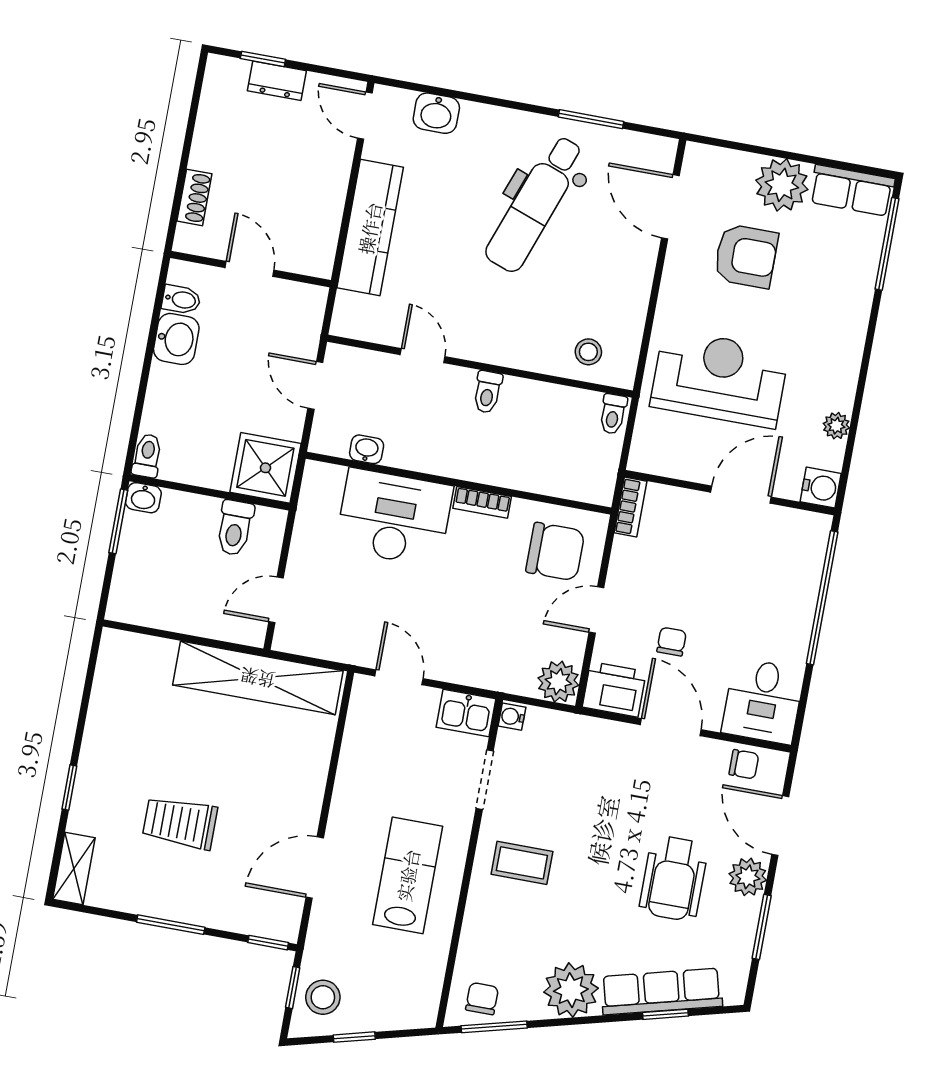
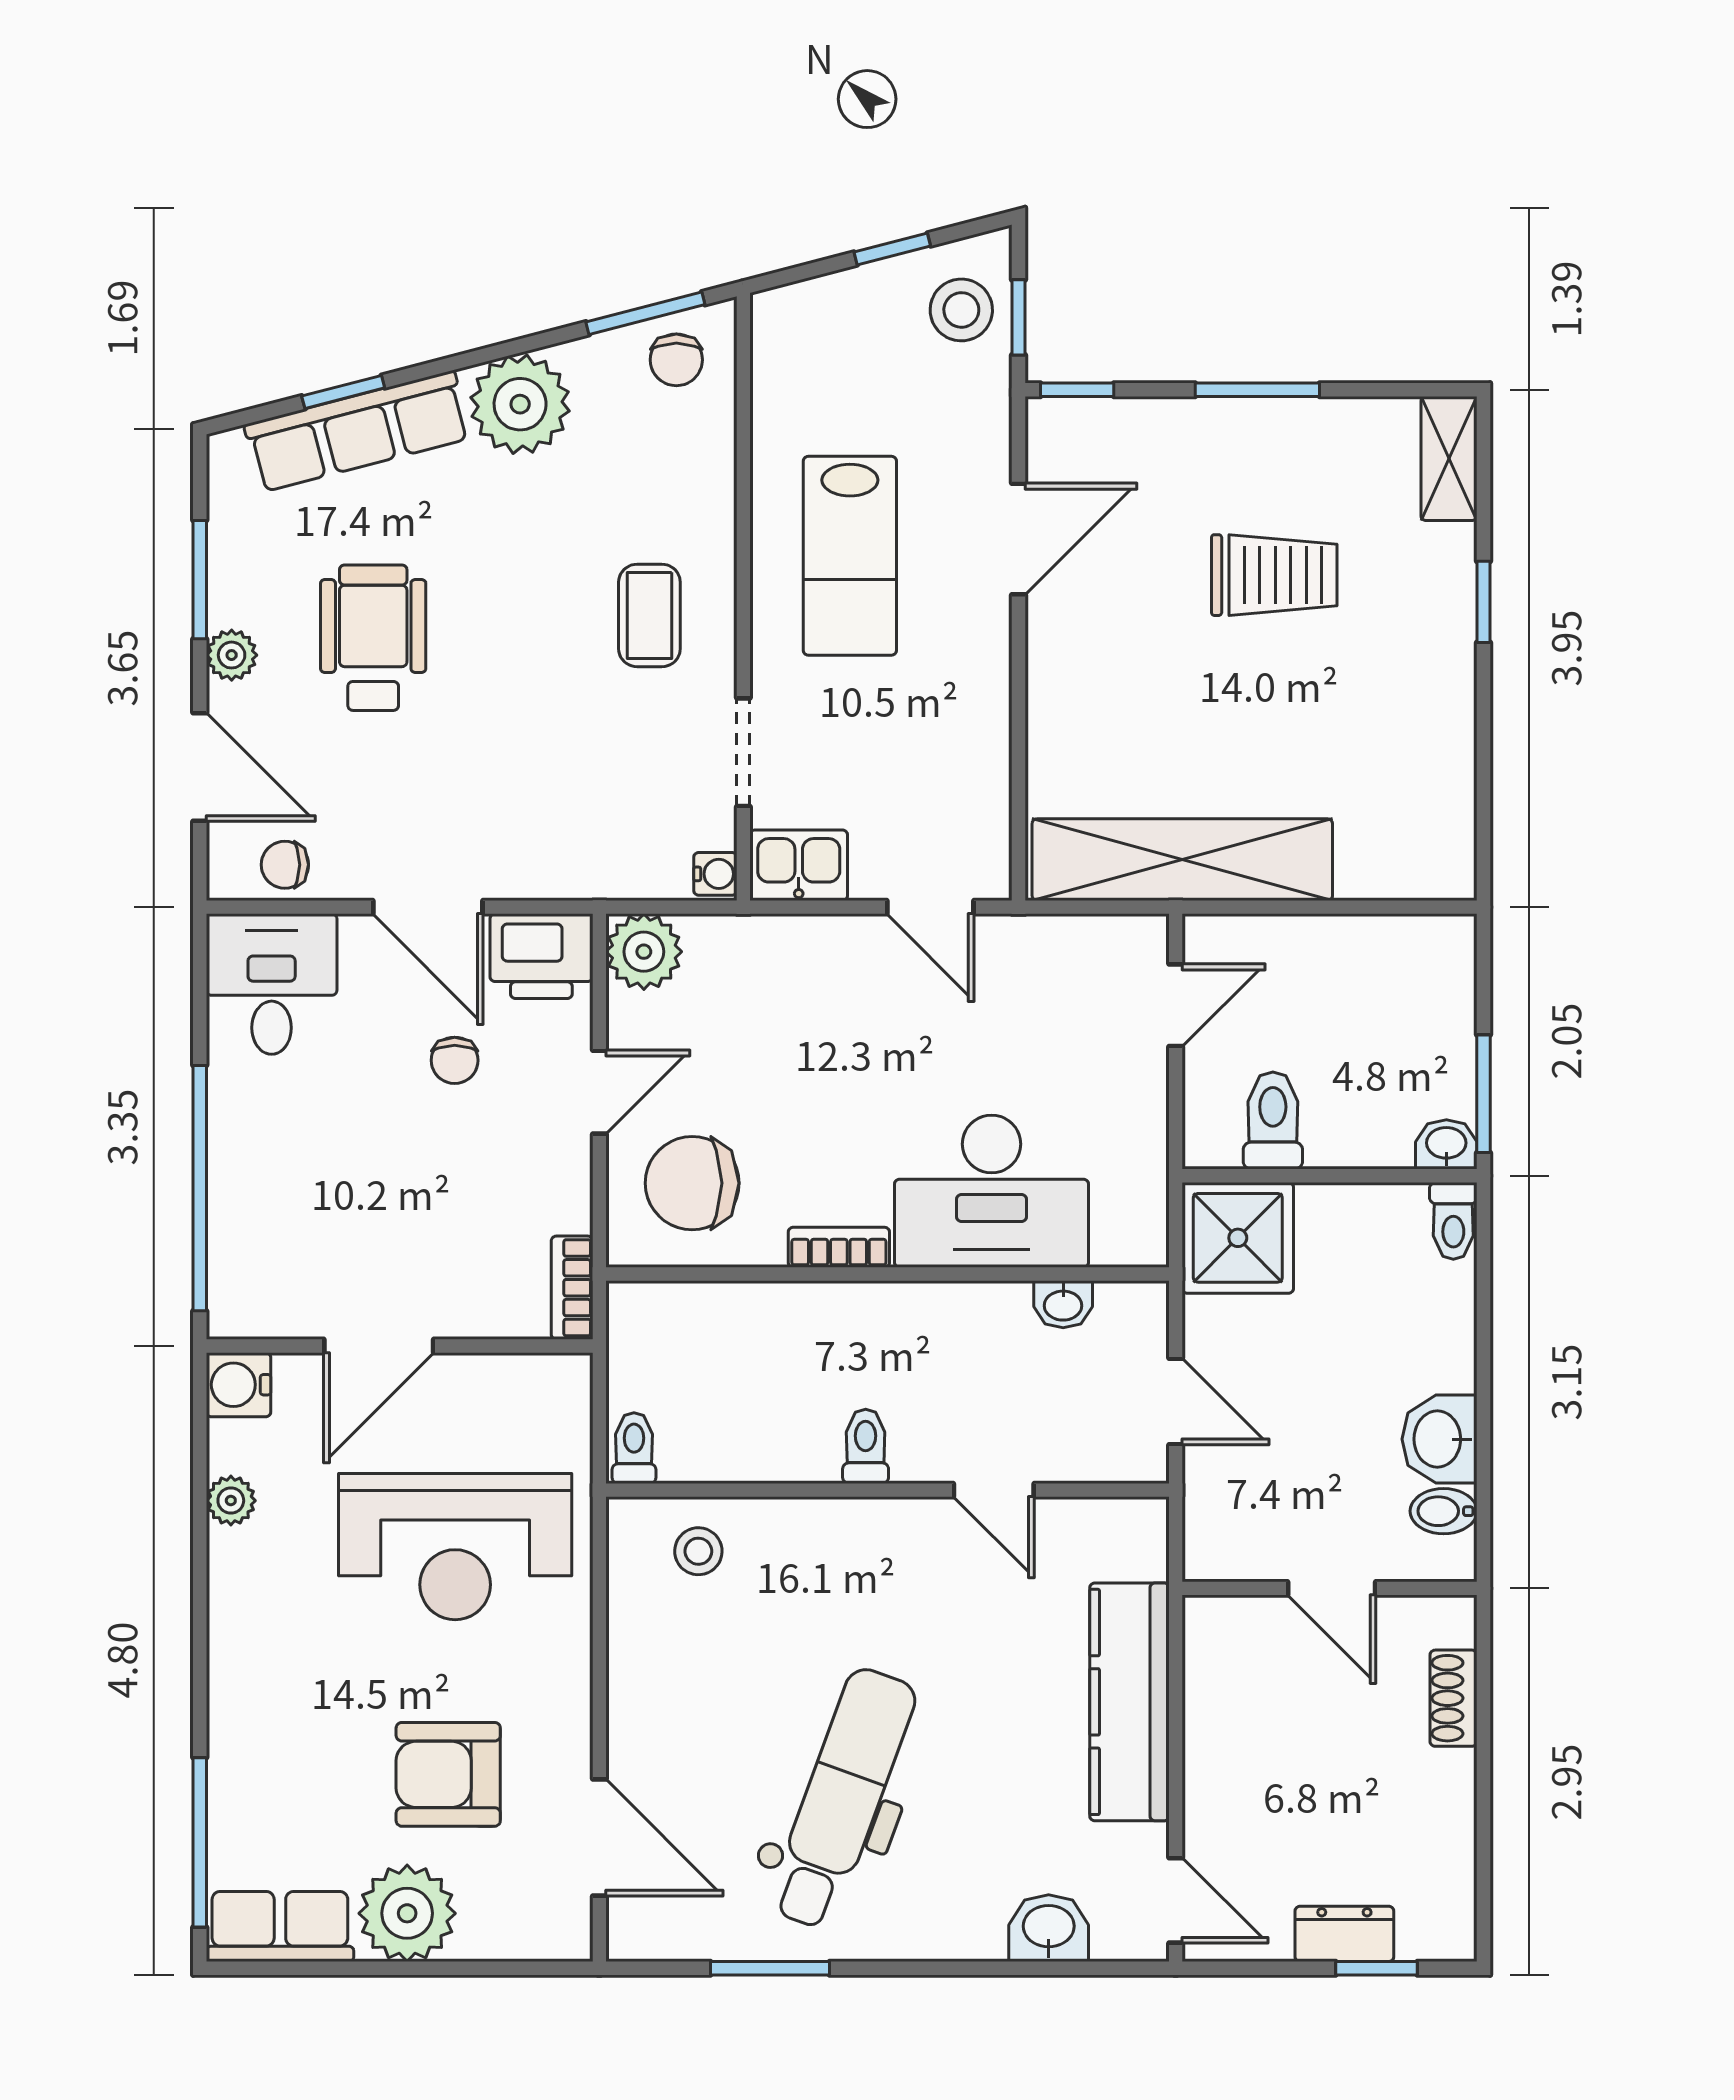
coffee table: (522, 863) -> (649, 615), turned 90
plant: (748, 877) -> (232, 655), width x0.73, depth x0.73

